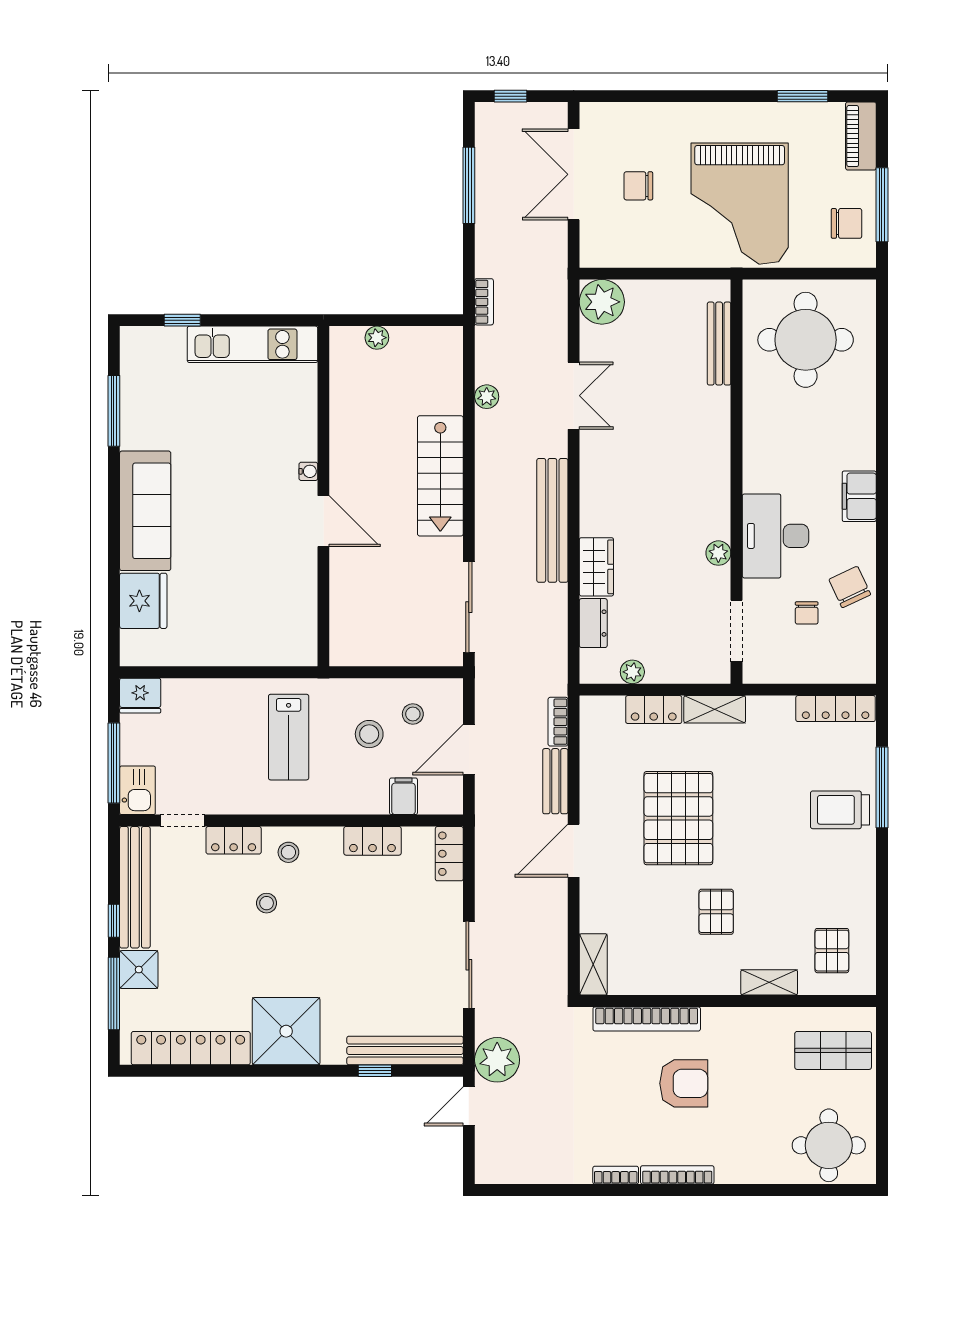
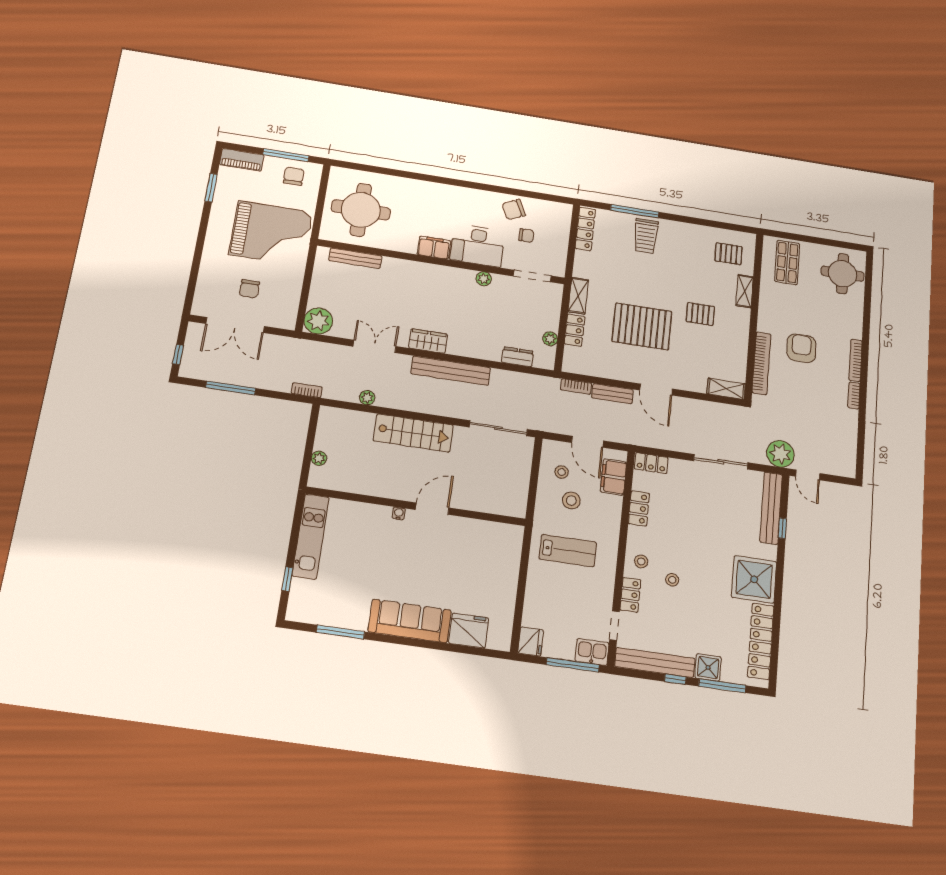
filing cabinet: (859, 496) -> (434, 248), moved, turned 180
wardrobe: (596, 567) -> (428, 341), moved
filing cabinet: (403, 796) -> (613, 477), width x2.00

